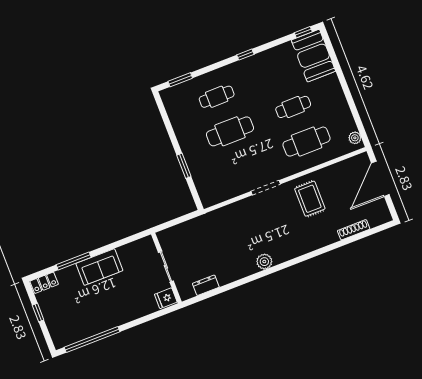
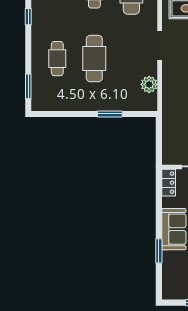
plant: (226, 192) -> (149, 84), added
window: (74, 261) -> (159, 251), width x0.69
locker: (44, 283) -> (169, 183), moved

